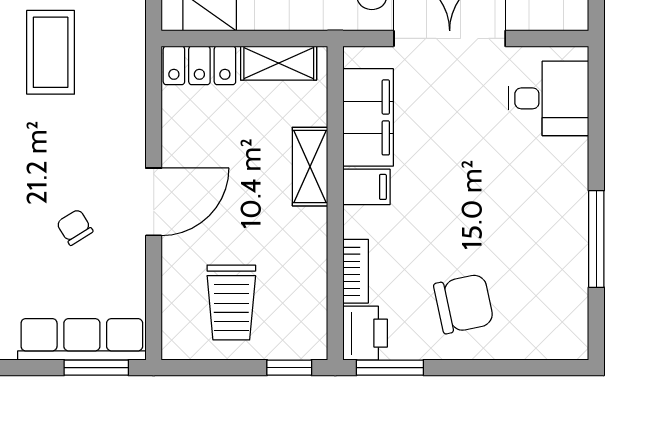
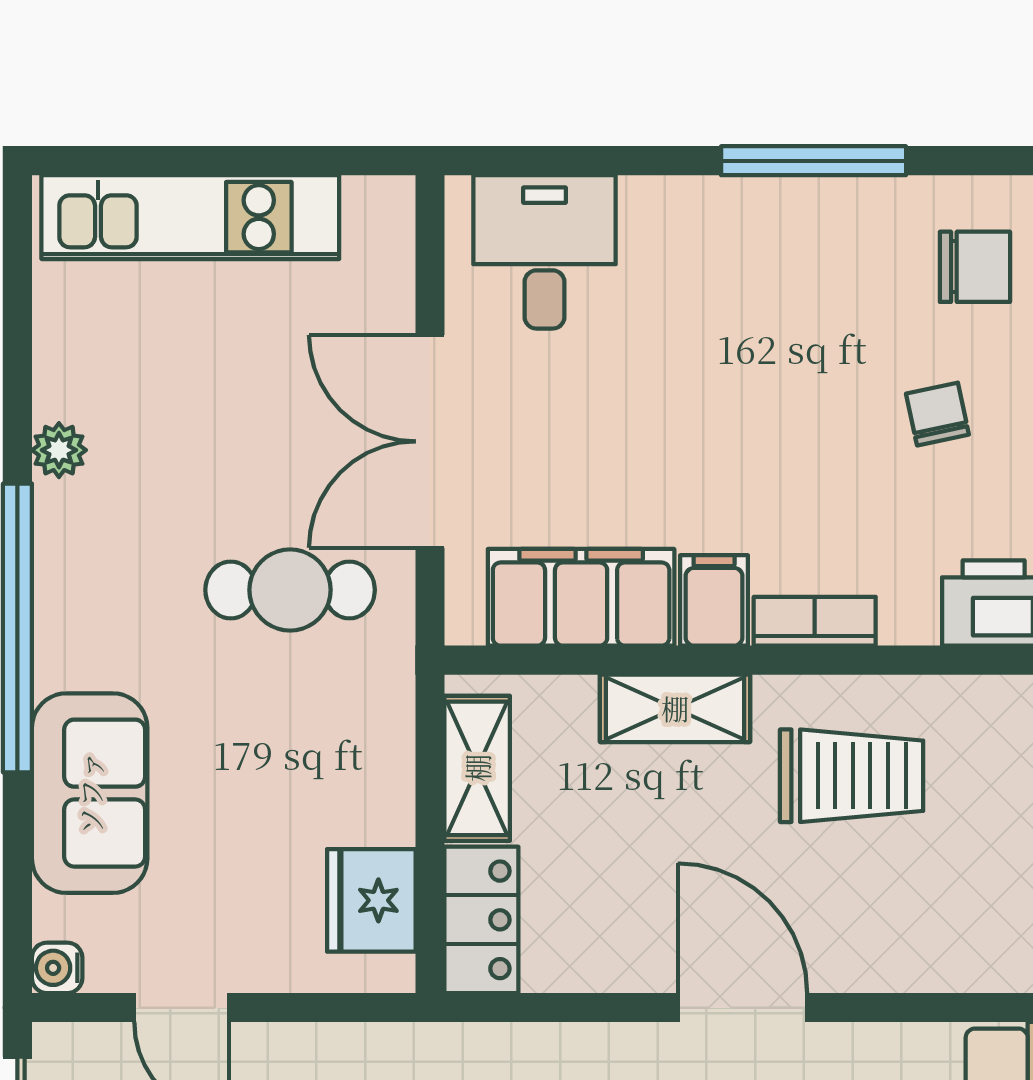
bookcase: (356, 271) -> (815, 621), moved
trolley: (231, 302) -> (852, 776), moved
chair: (464, 304) -> (937, 414), width x0.54, depth x0.54
chair: (541, 323) -> (975, 267), added

